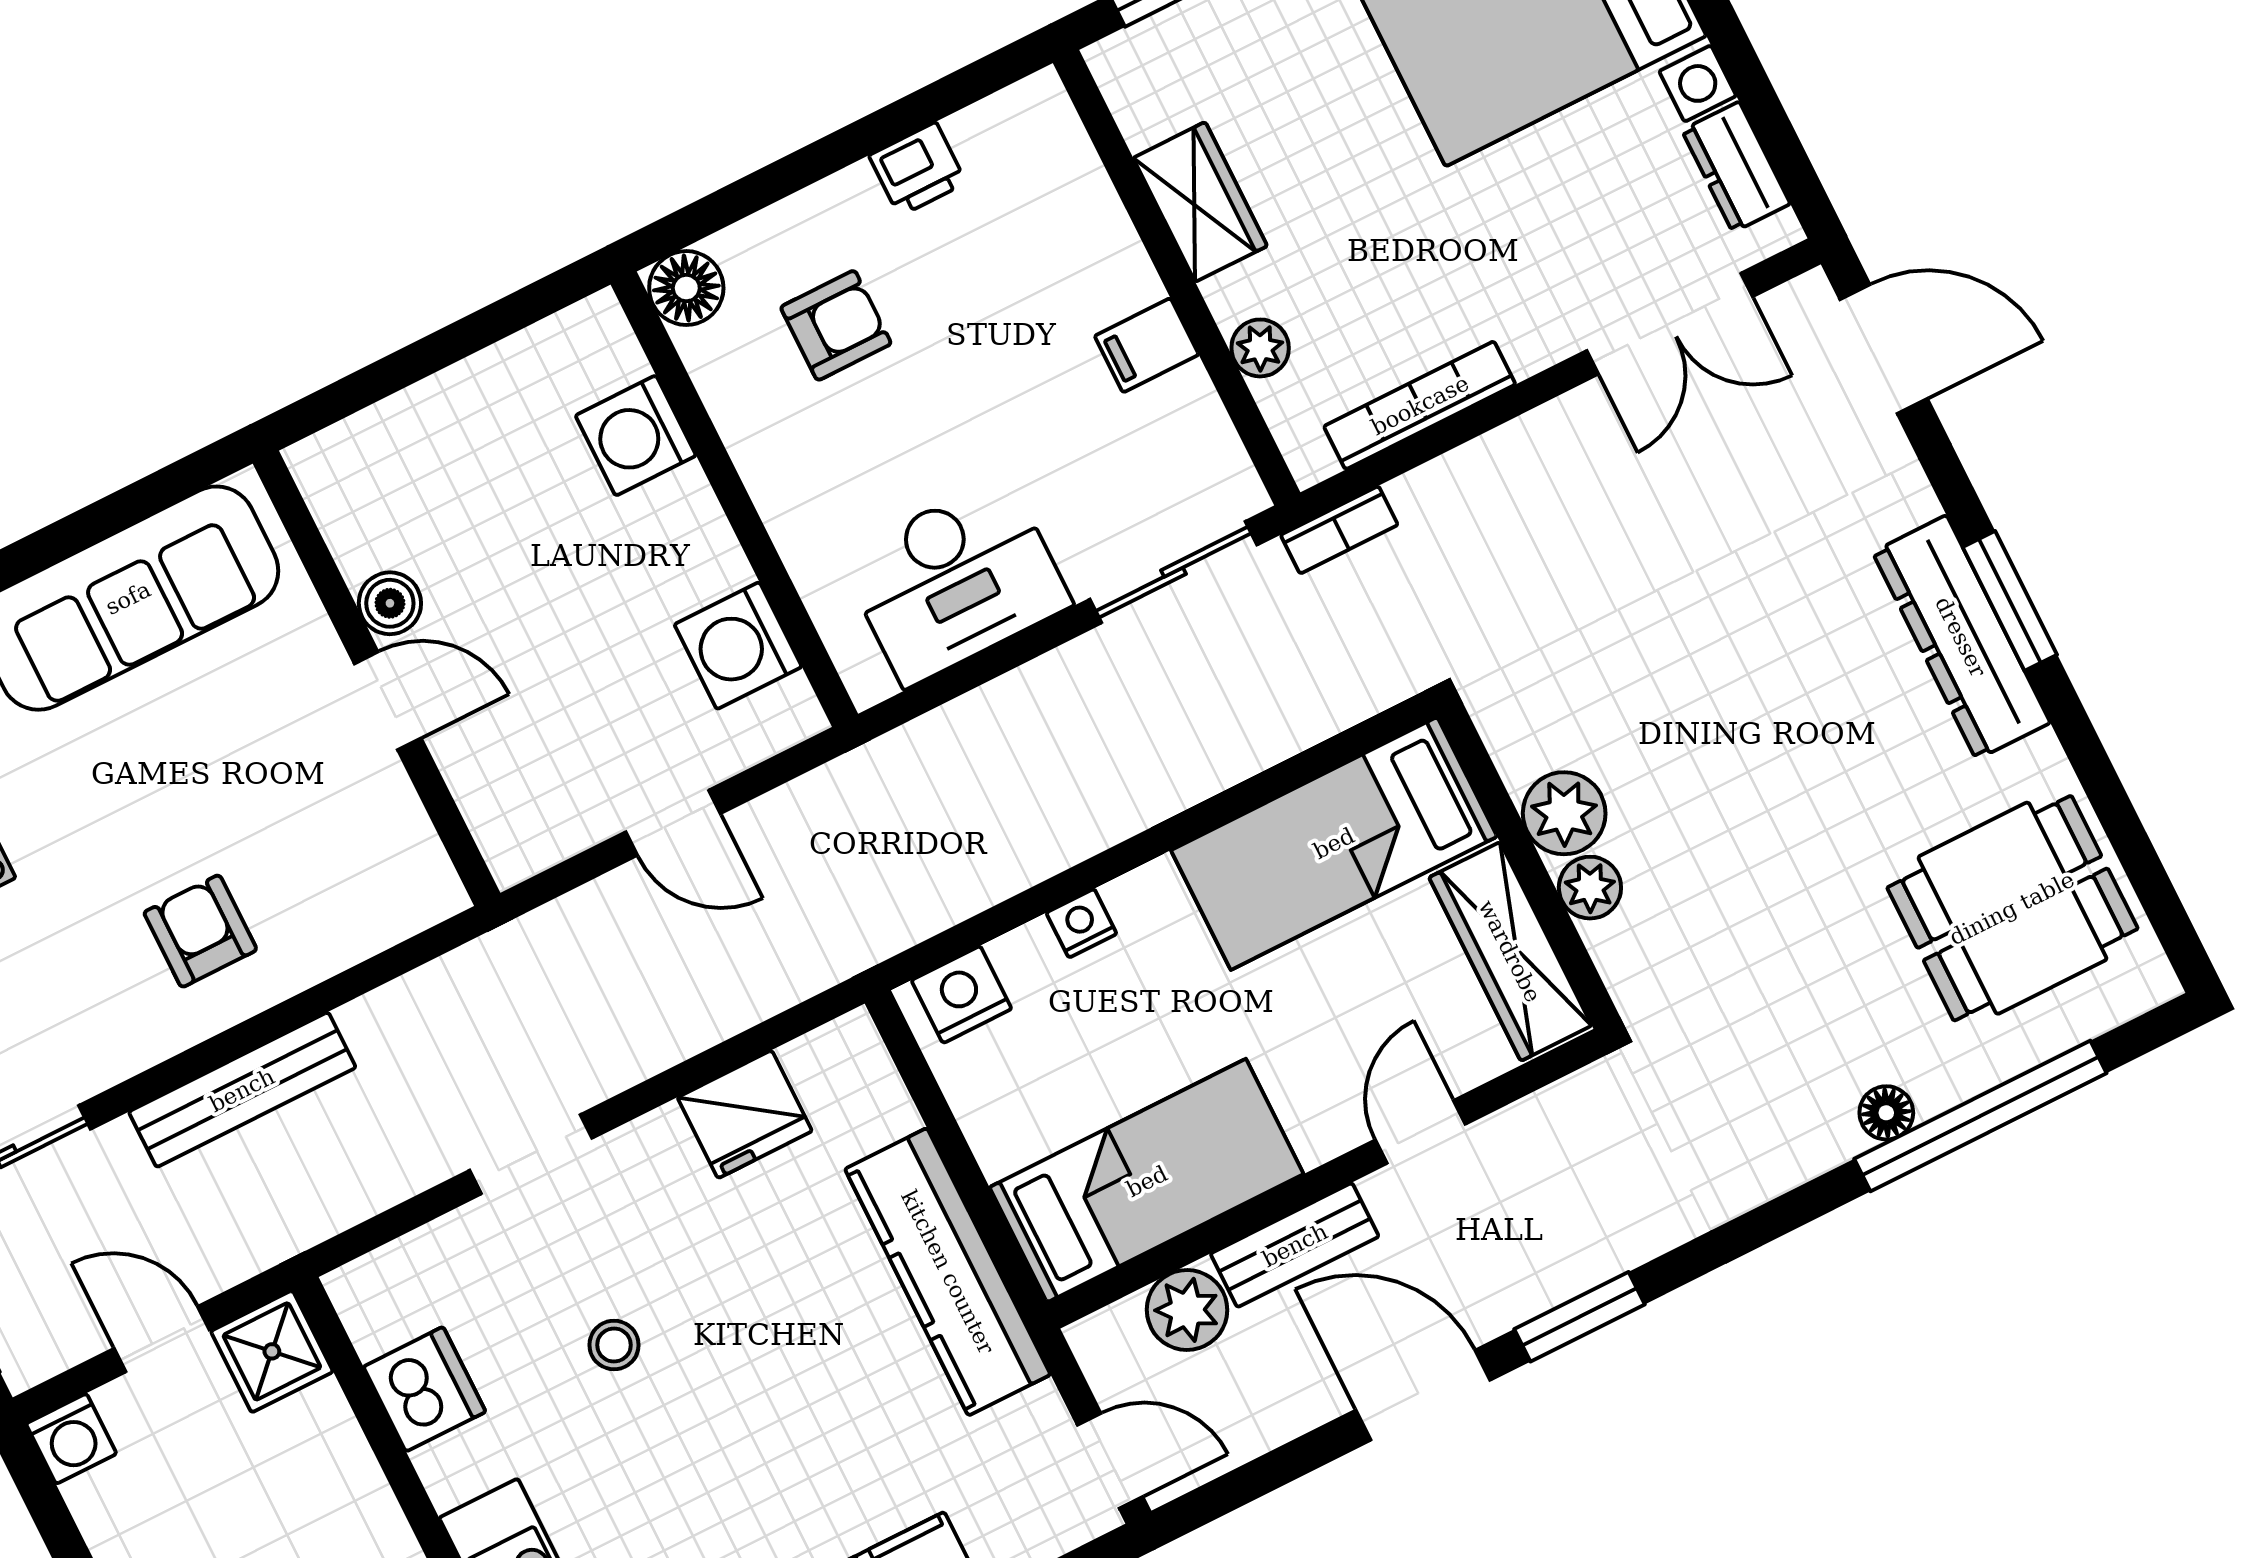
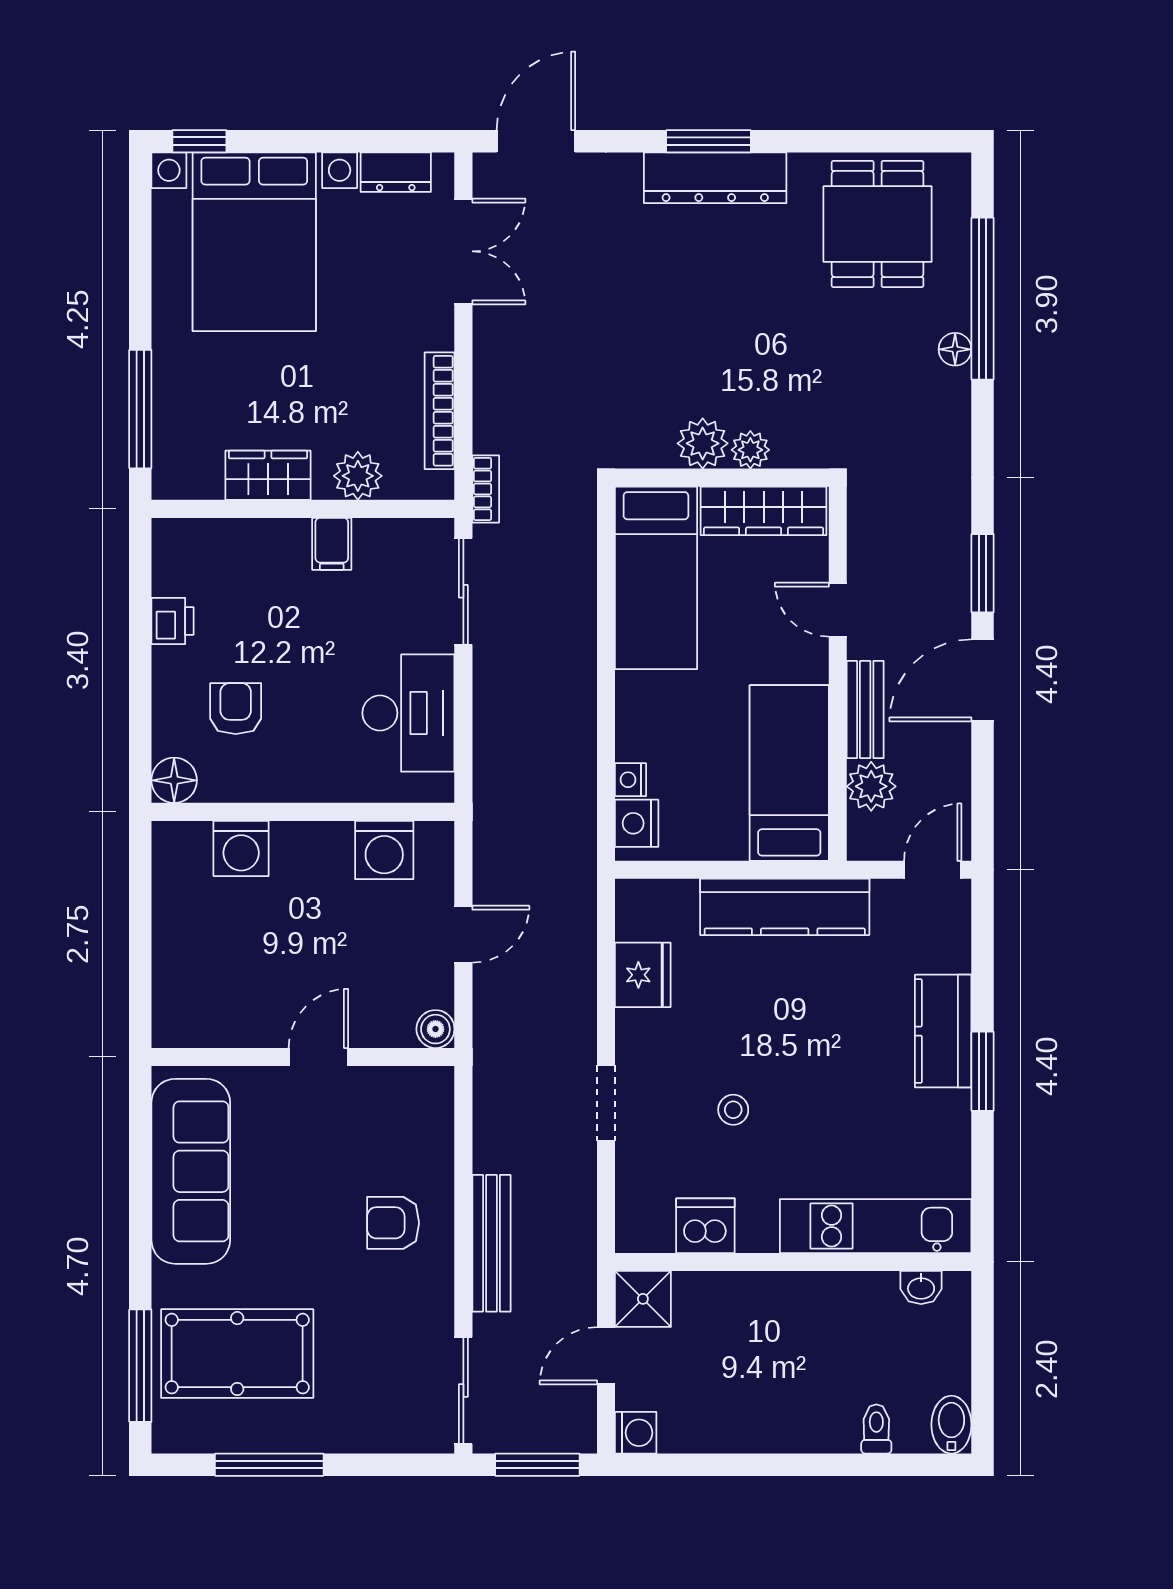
plant: (1260, 348) -> (358, 476), width x1.38, depth x1.38
boiler: (390, 603) -> (435, 1029), moved
nightstand: (1081, 923) -> (630, 780), moved

